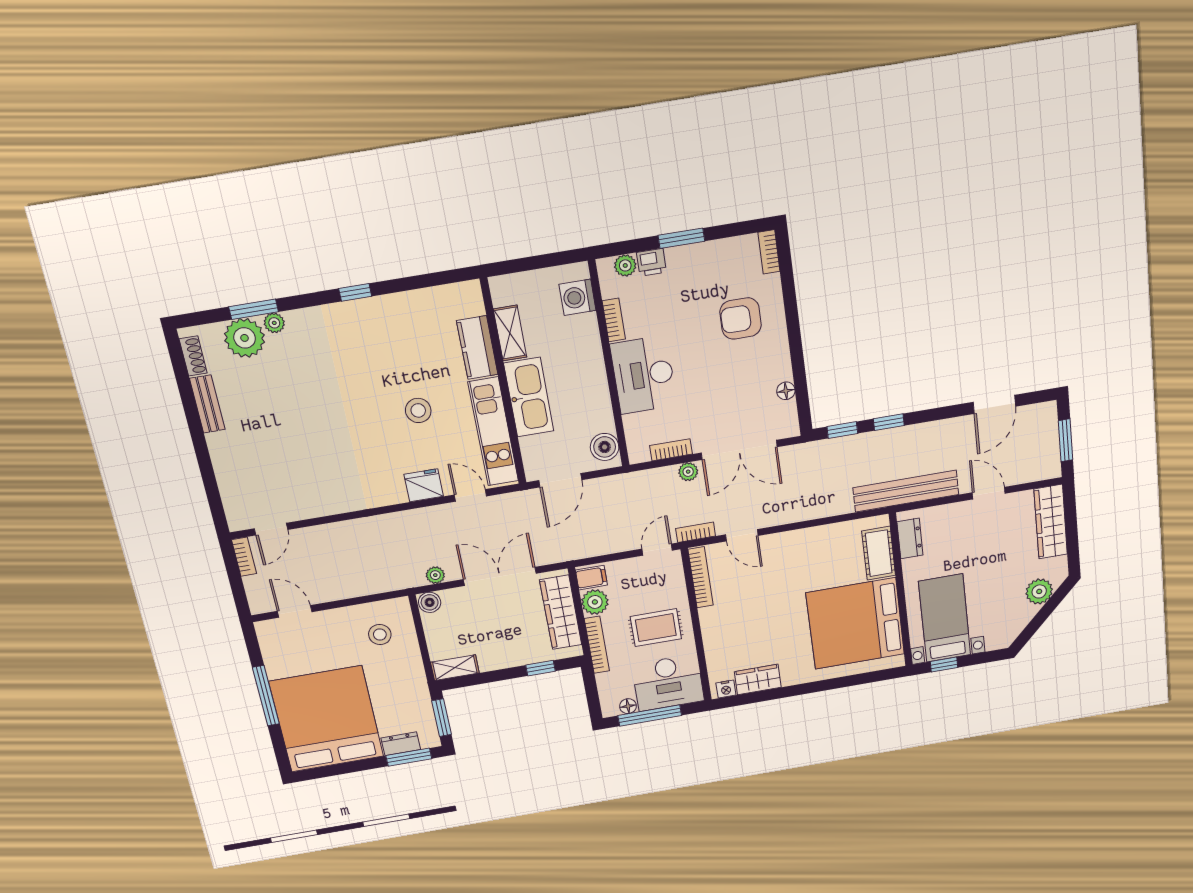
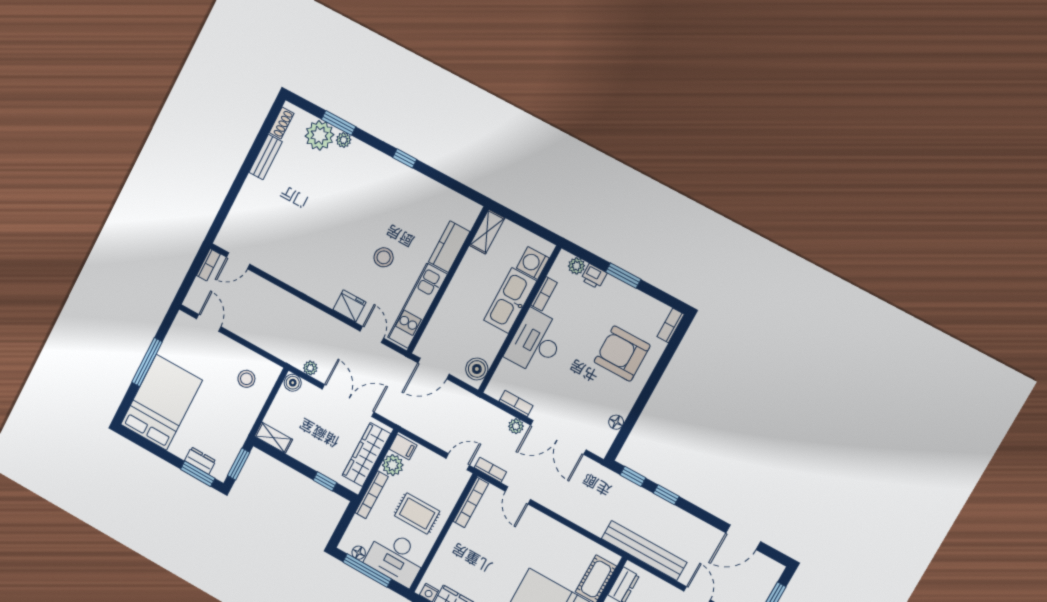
armchair: (741, 319) -> (622, 354), width x1.36, depth x1.36
shelving: (510, 333) -> (487, 232), moved
kitchen sink: (529, 397) -> (510, 301), moved, turned 180
bed: (326, 719) -> (161, 402), width x0.73

